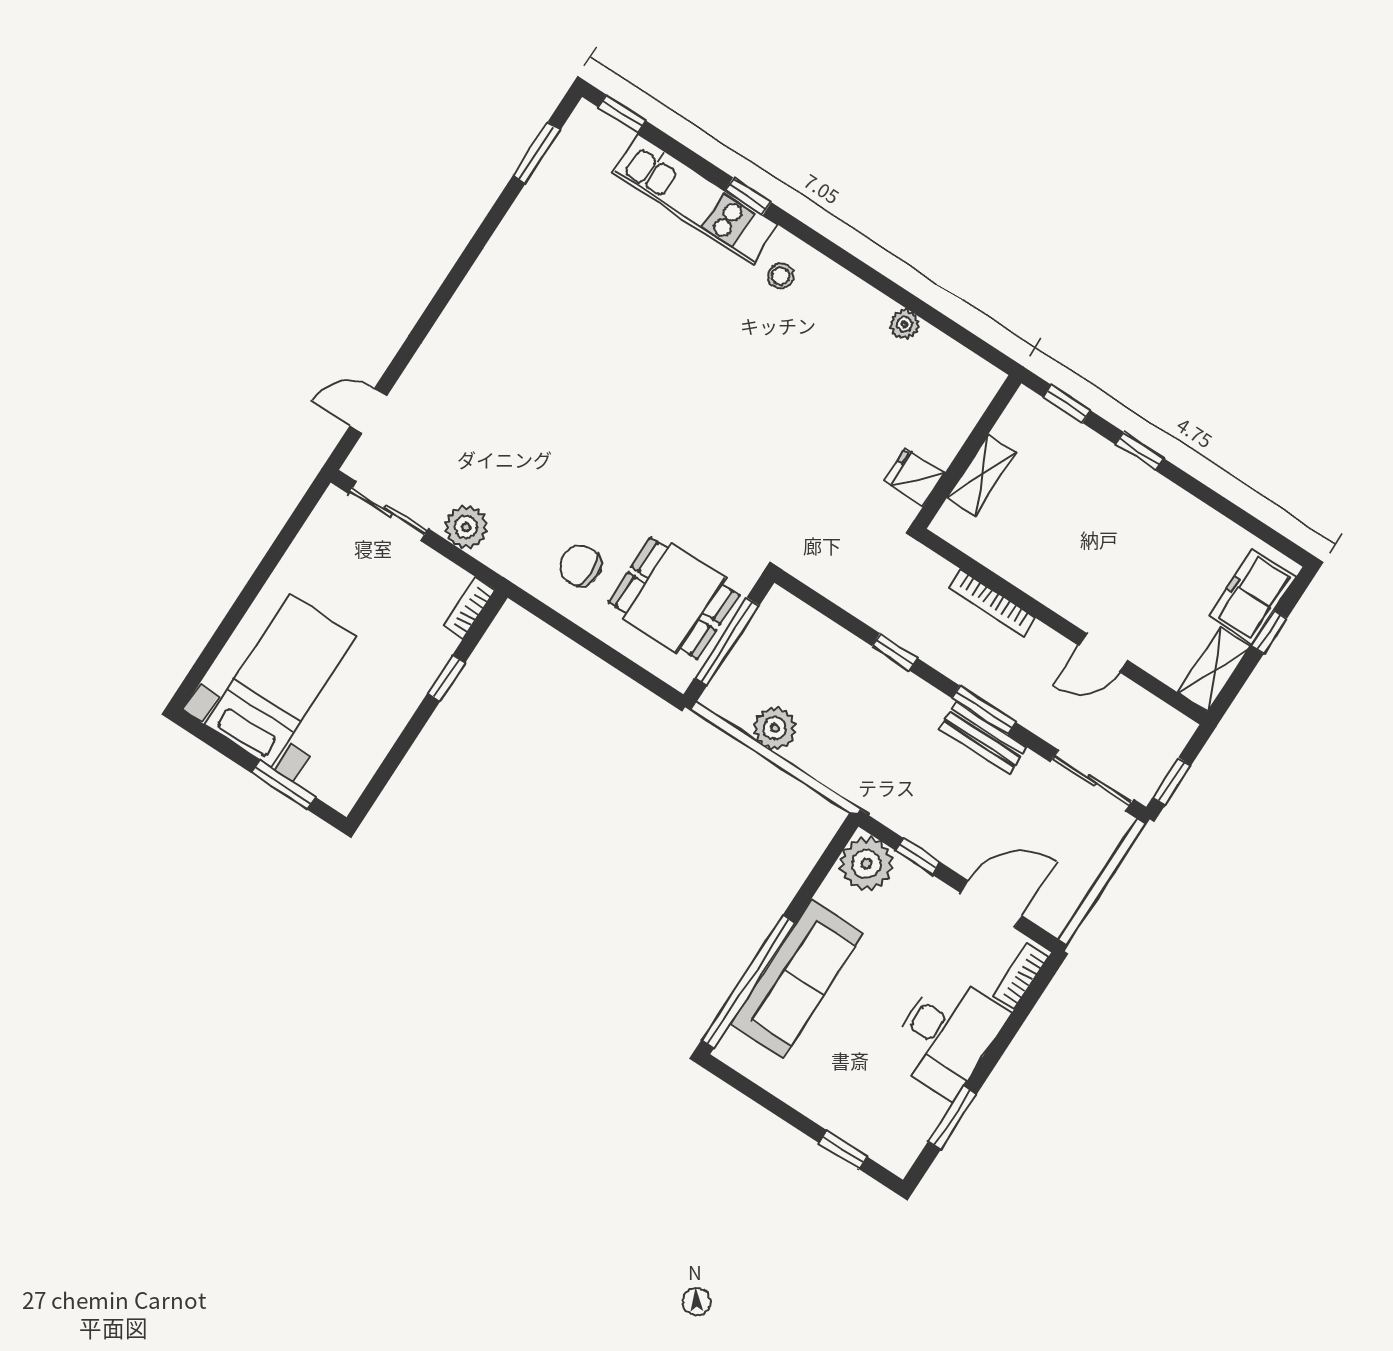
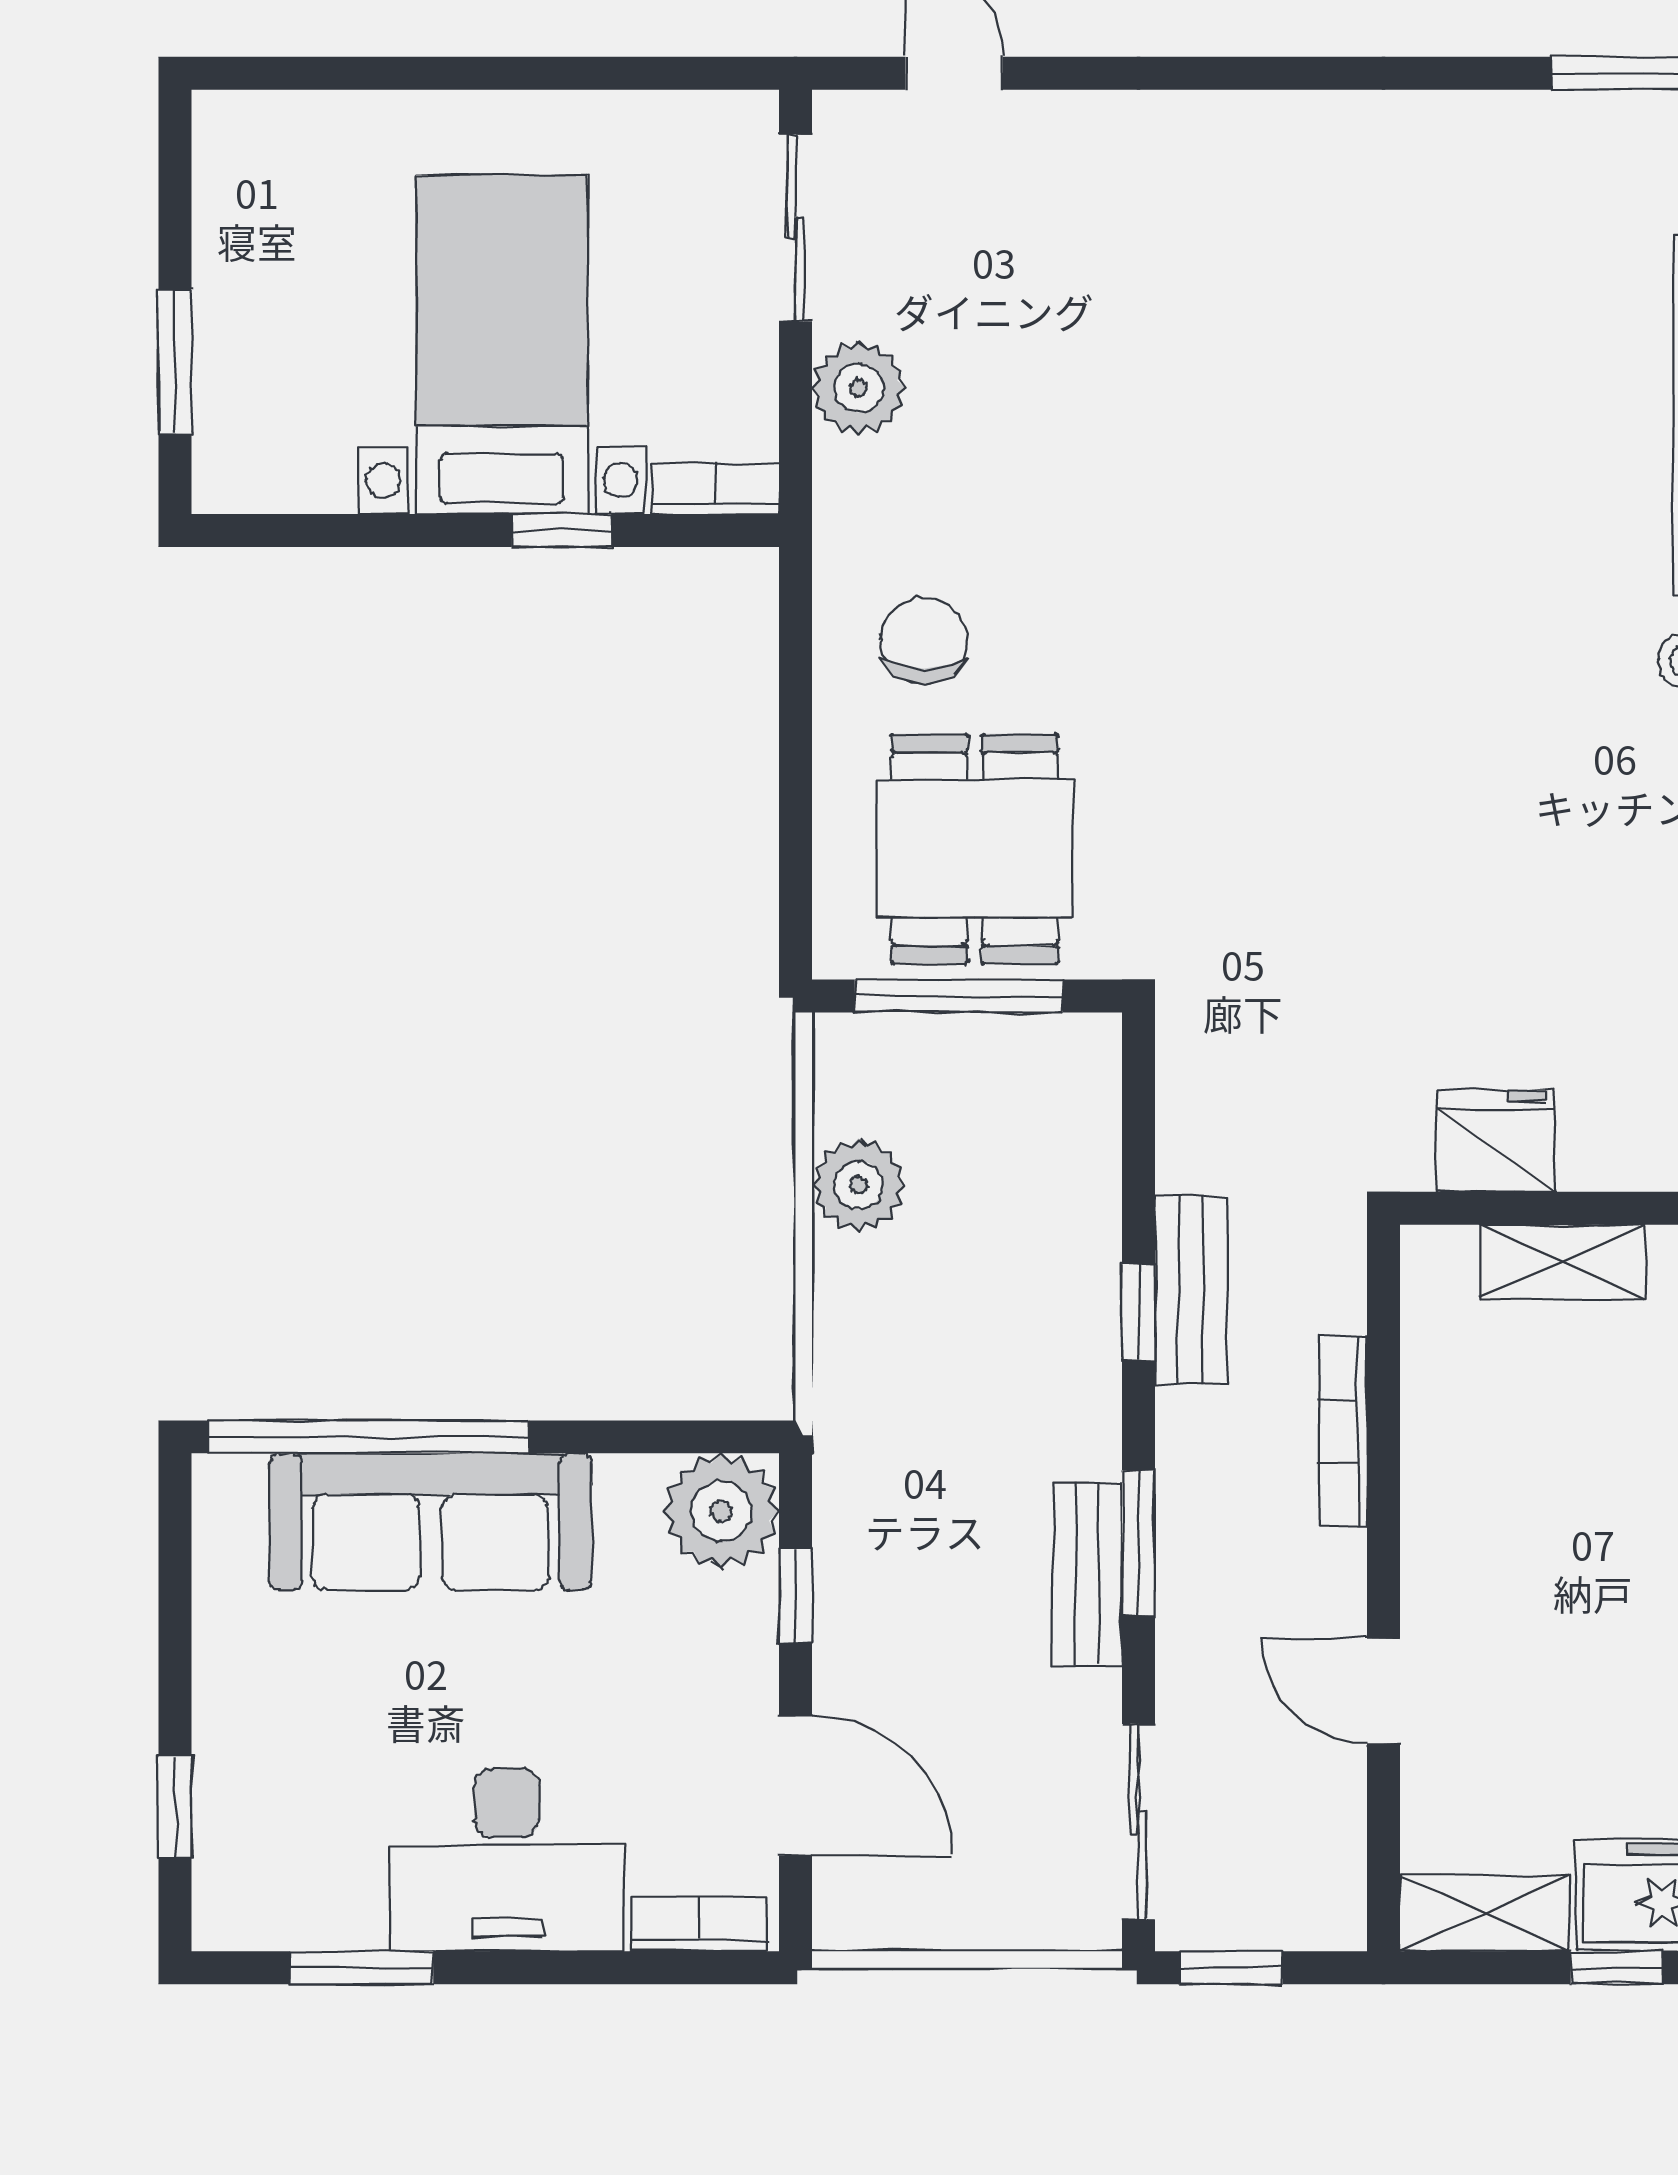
fridge: (914, 477) -> (1495, 1141), width x1.38
bench: (899, 626) -> (1191, 1289), added
bed with nightstands: (280, 681) -> (502, 345), moved, turned -90

